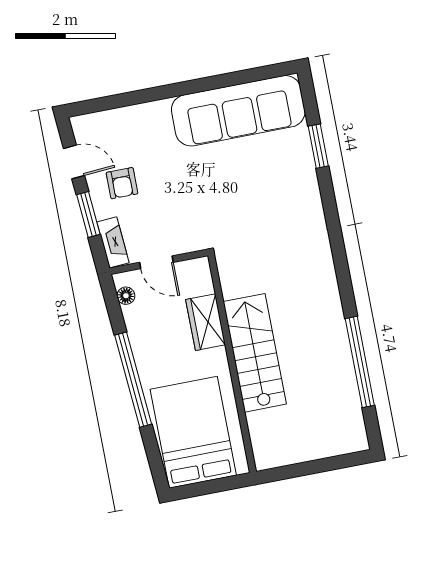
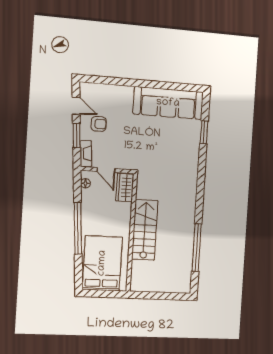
armchair: (122, 183) -> (99, 124), turned -90
wardrobe: (206, 322) -> (125, 187), moved

